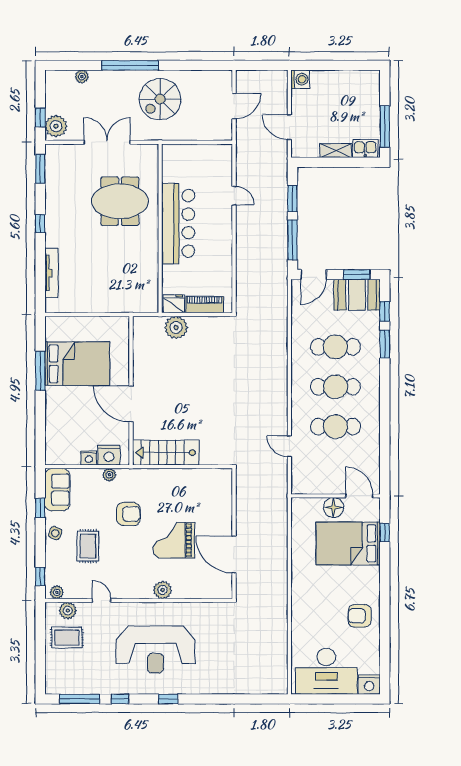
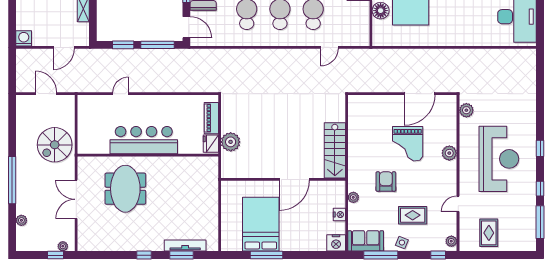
spiral stairs: (160, 99) -> (55, 145), moved, turned 90
plant: (56, 126) -> (63, 246), width x0.53, depth x0.53
window: (40, 169) -> (181, 255), moved
nightstand: (109, 455) -> (336, 243), moved, turned 90
window: (40, 508) -> (381, 255), width x2.17
plant: (68, 611) -> (466, 110), moved

